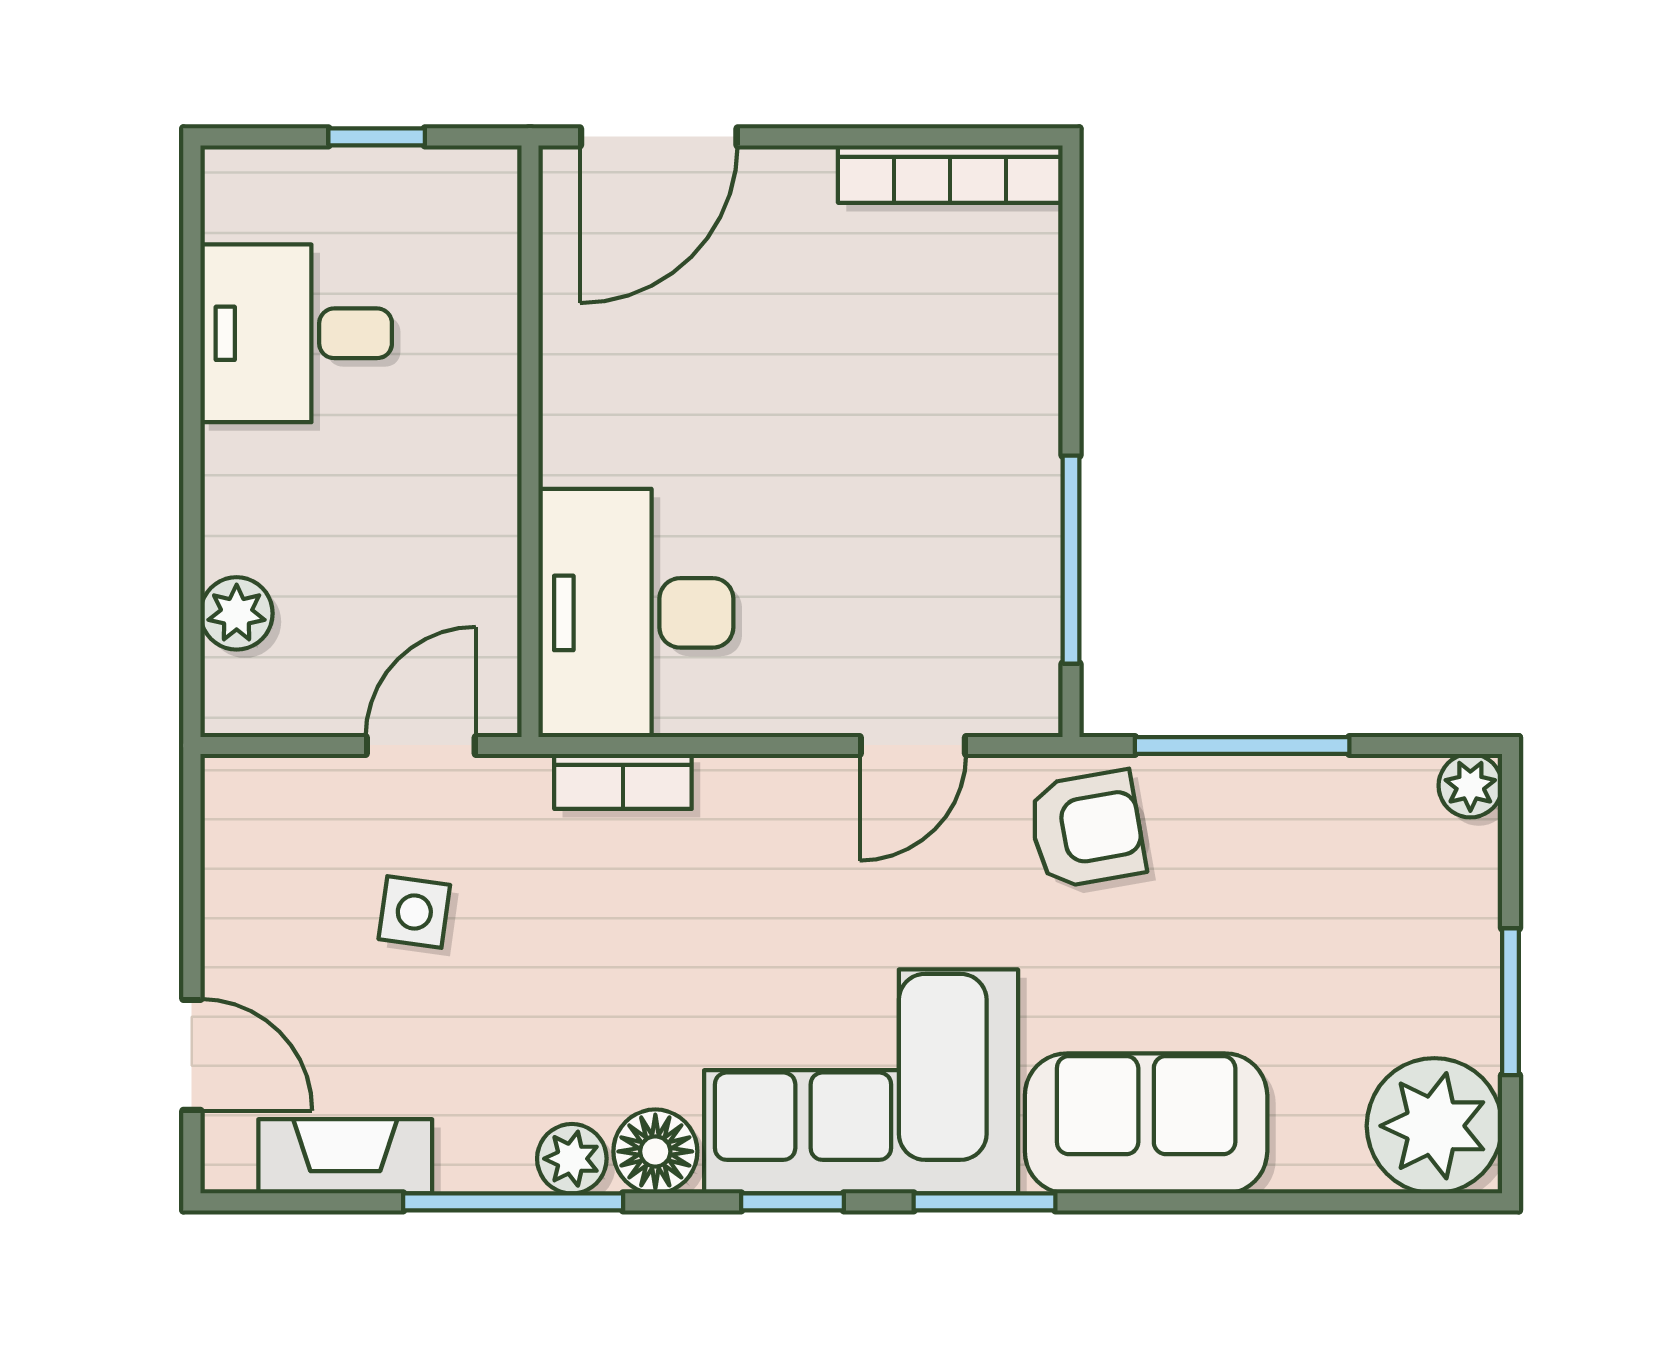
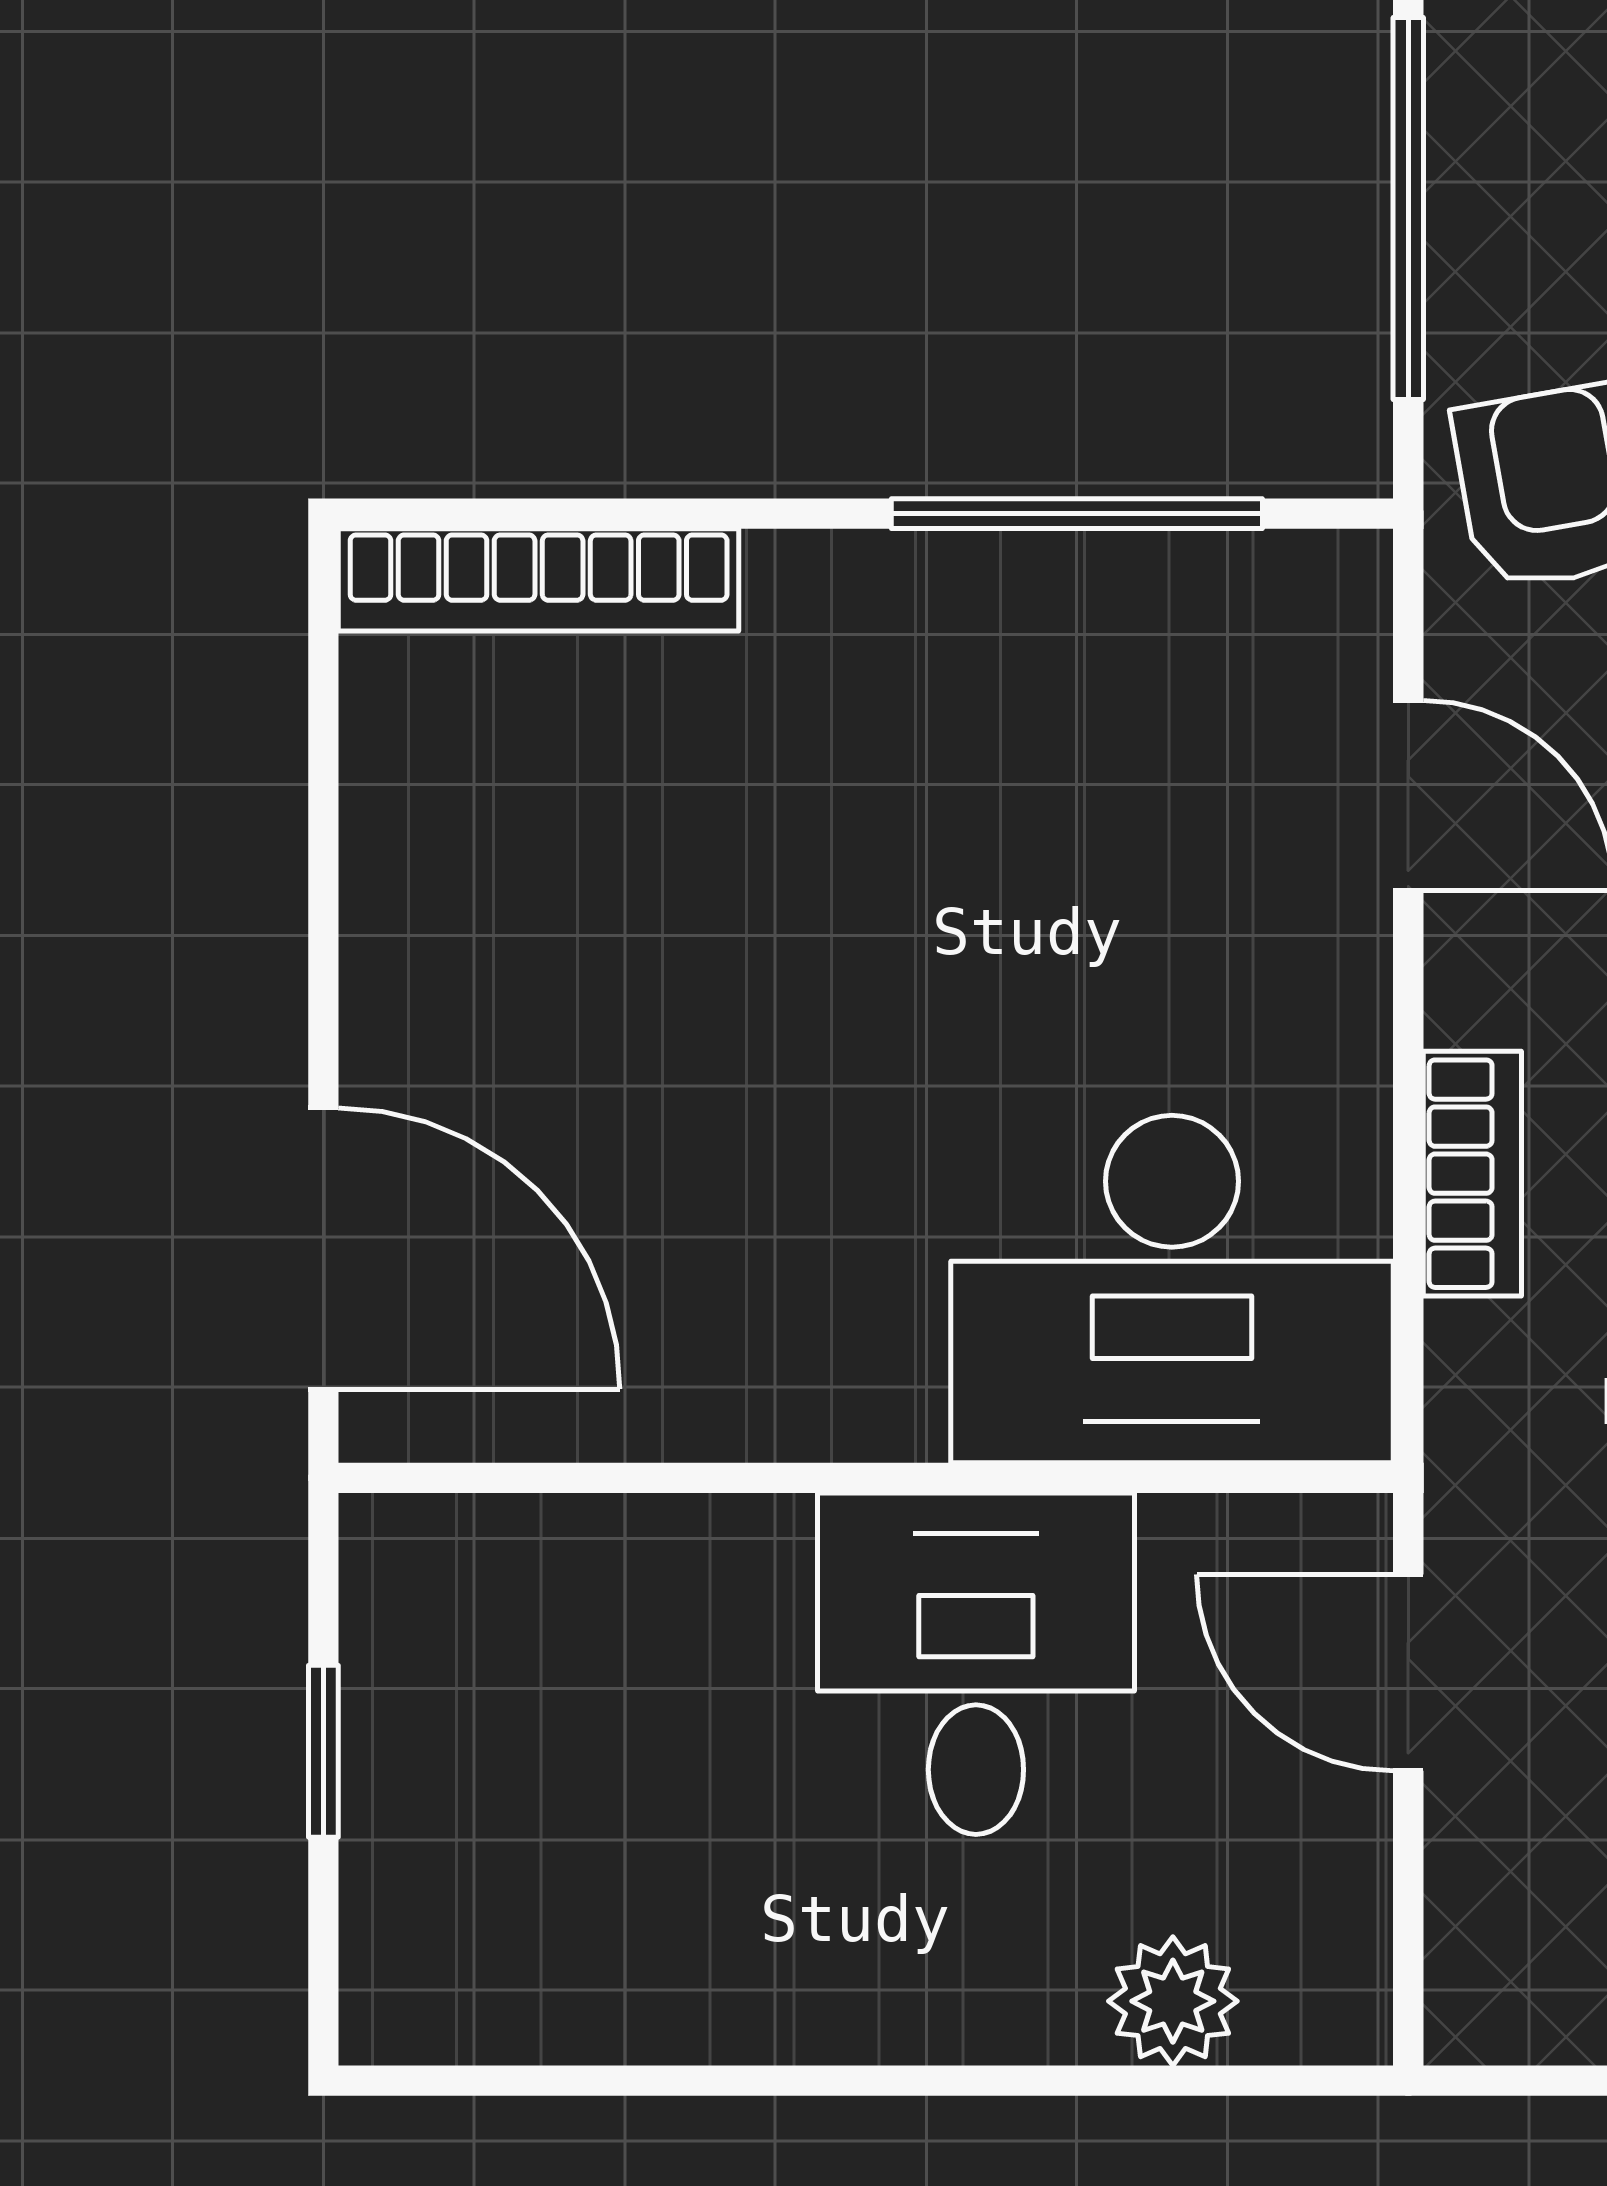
bookcase: (950, 174) -> (539, 580), moved, turned 90
desk: (296, 333) -> (976, 1664), moved, turned 180
bookcase: (623, 781) -> (1472, 1174), moved

